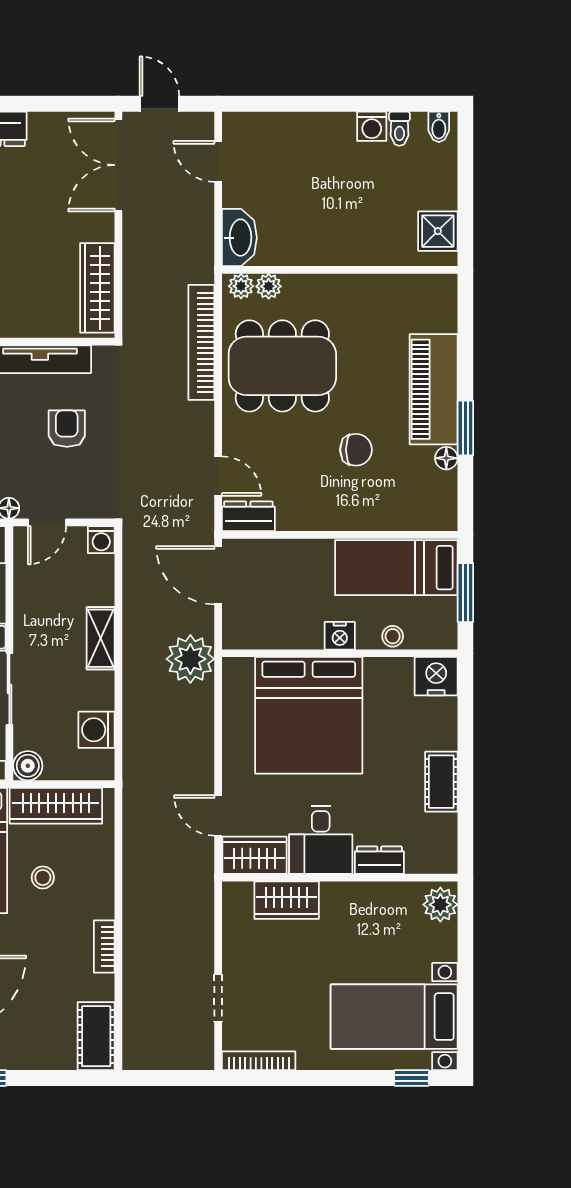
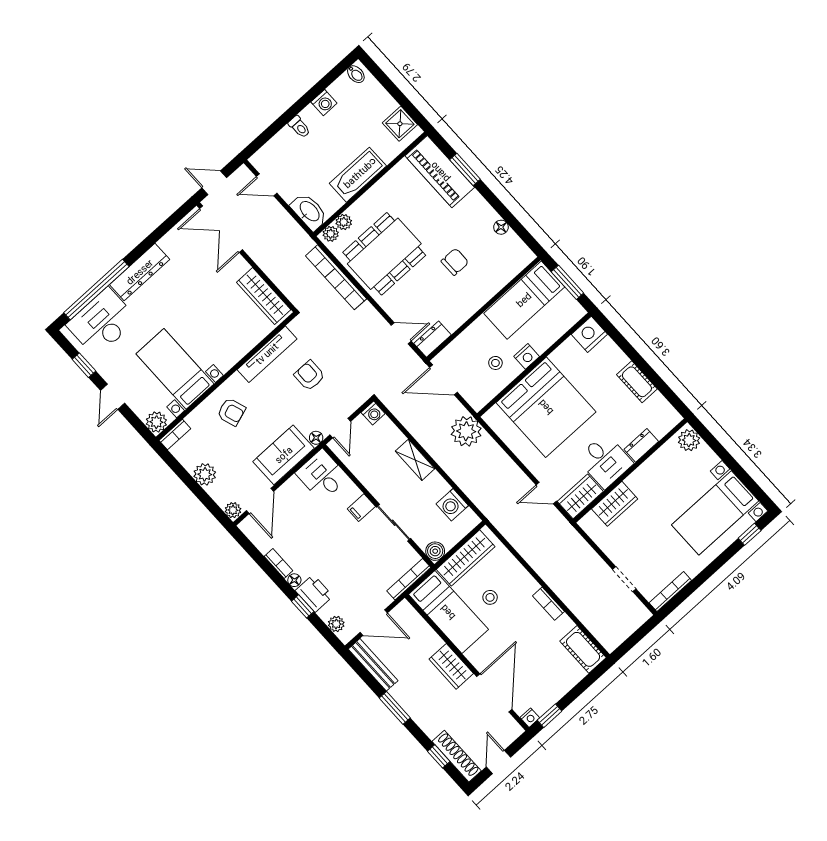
toilet: (399, 129) -> (299, 127), moved
bathtub: (335, 246) -> (358, 175), added
piano: (434, 389) -> (440, 172), moved
window: (465, 428) -> (465, 169), moved
stool: (393, 636) -> (495, 363), moved

